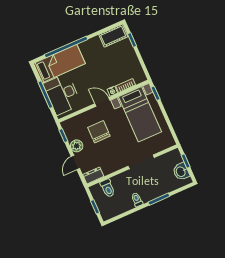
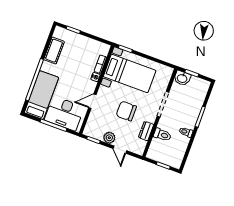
cot: (113, 36) -> (54, 51), moved
door: (102, 102) -> (92, 101), moved
chair: (99, 132) -> (126, 111), moved
washbasin: (181, 172) -> (182, 78), moved
dresser: (93, 175) -> (146, 131), moved
toilet: (108, 188) -> (162, 135), moved

